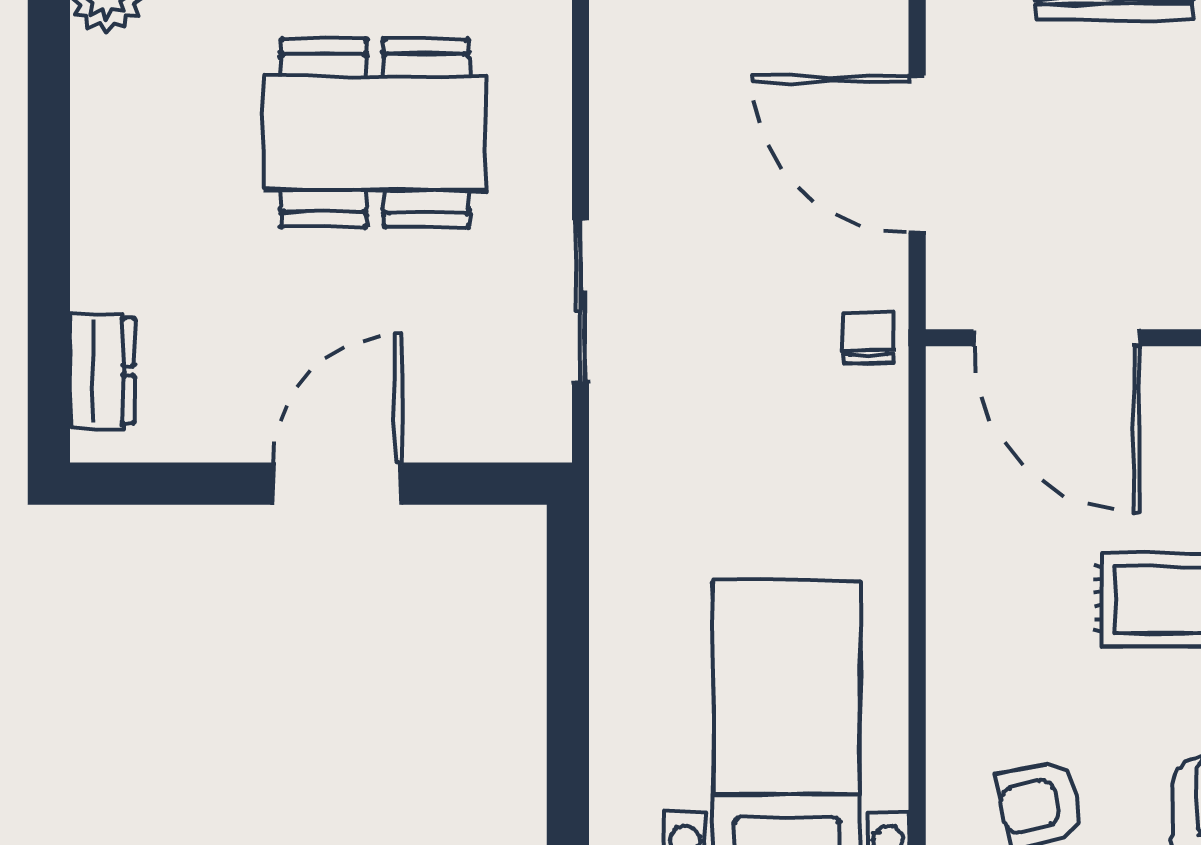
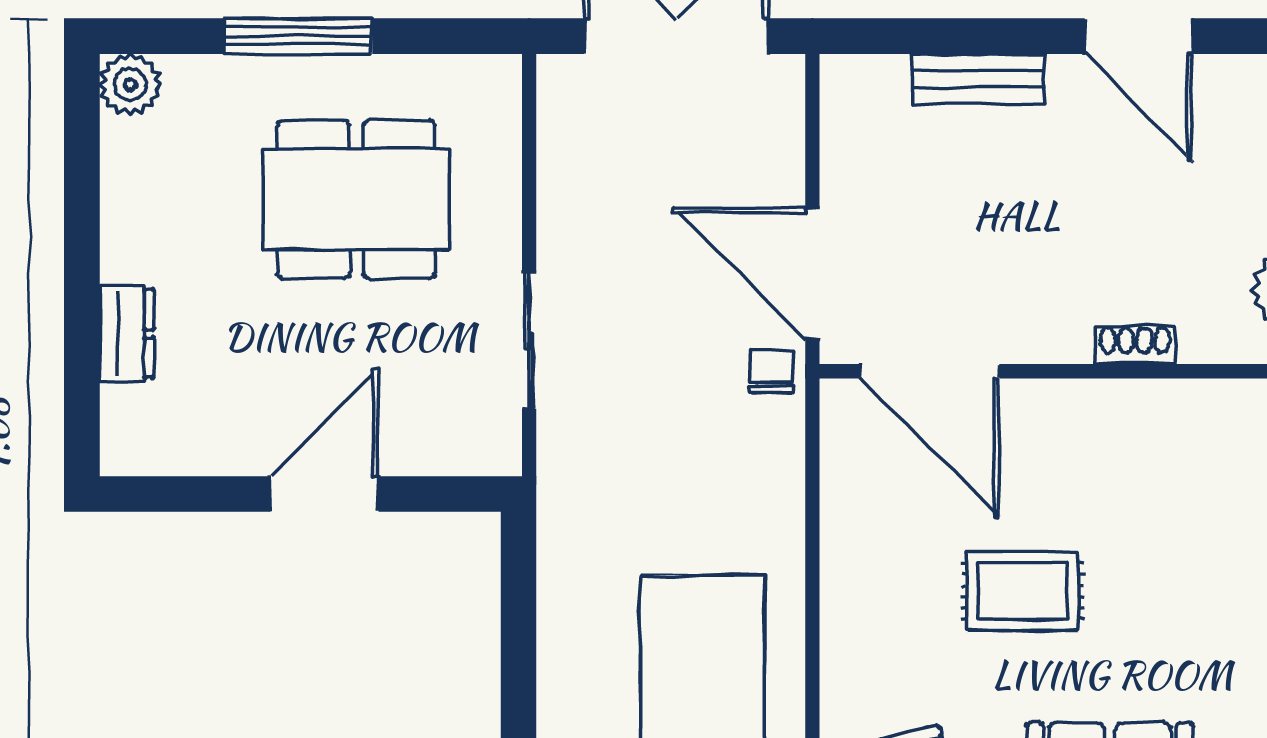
door: (917, 154) -> (812, 274), moved
dresser: (102, 371) -> (127, 334), moved

